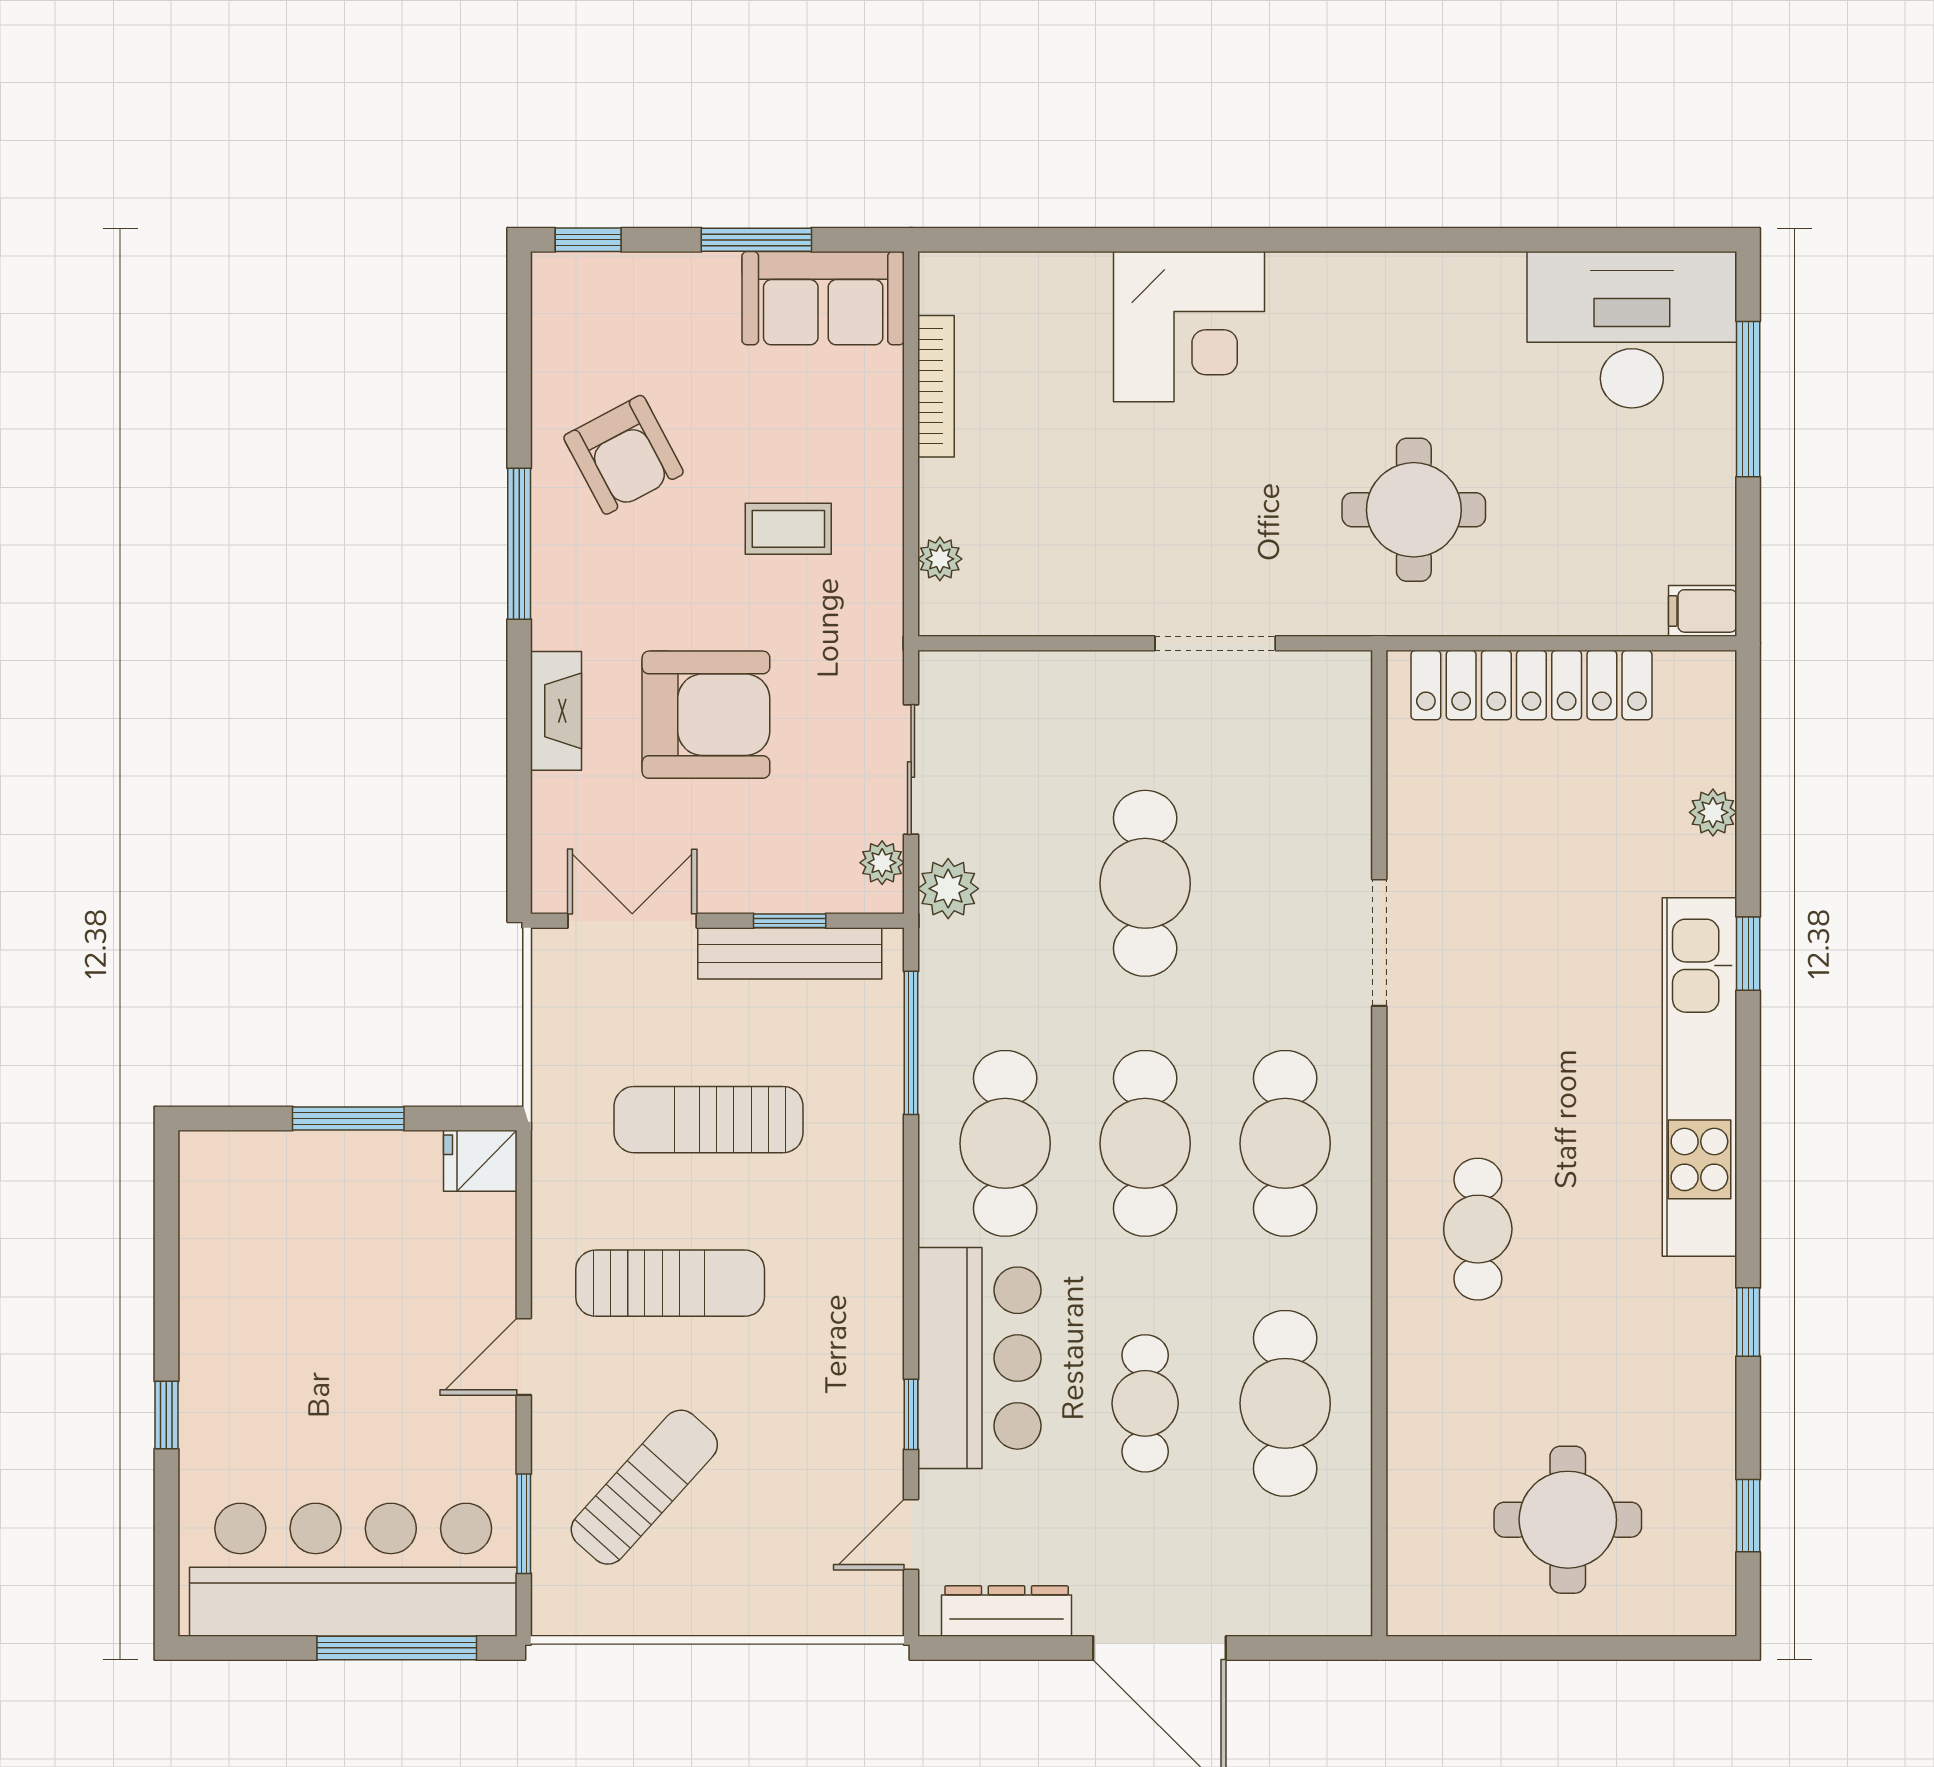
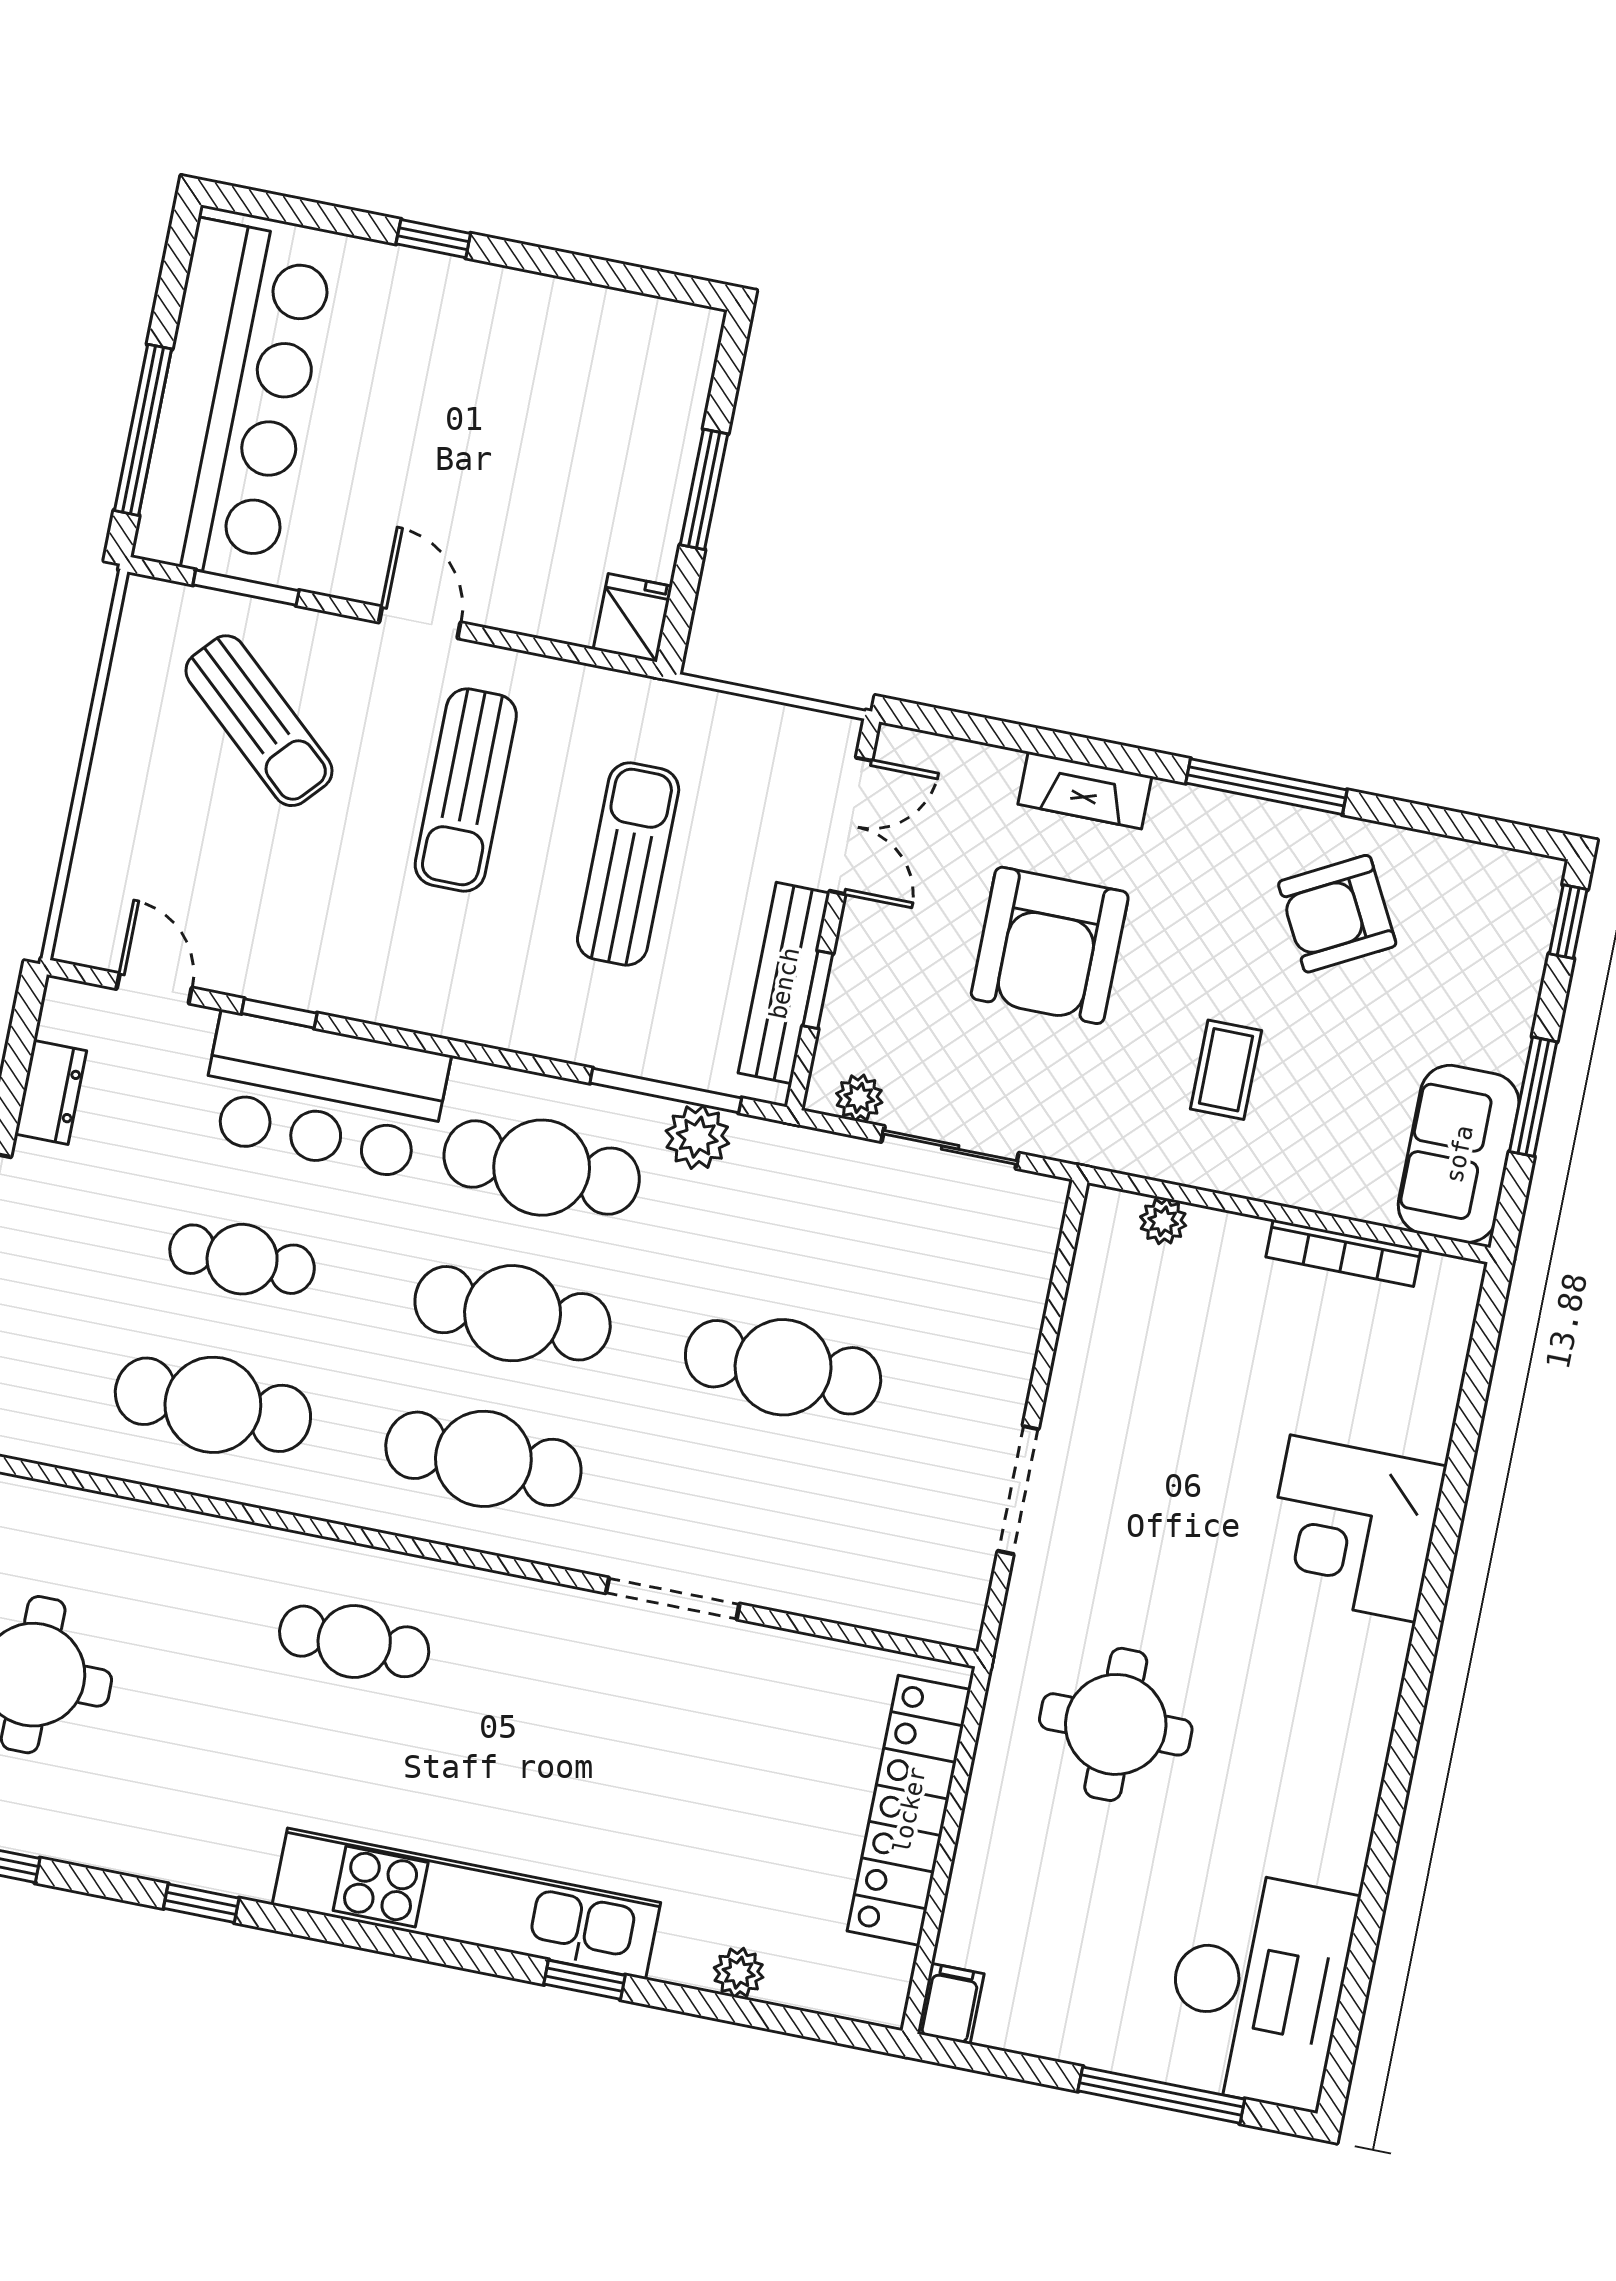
plant: (948, 889) -> (697, 1137), moved
dresser: (1007, 1611) -> (51, 1092), width x0.70

